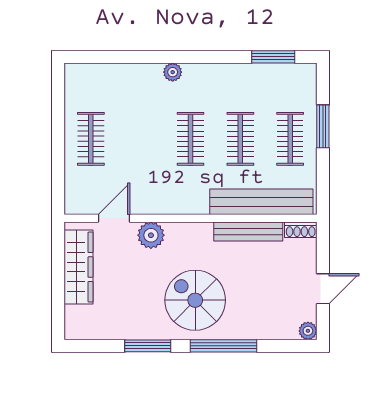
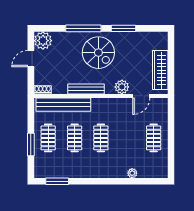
plant: (173, 72) -> (132, 173), moved
bench: (248, 231) -> (86, 89), moved
plant: (308, 331) -> (43, 41), width x1.88, depth x1.88

